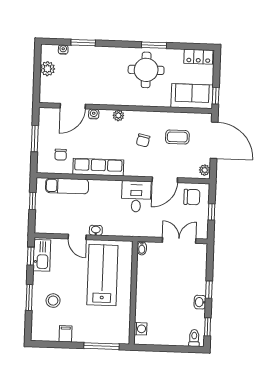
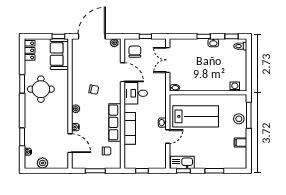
coffee table: (177, 137) -> (90, 64), removed
exam couch: (67, 186) -> (130, 128), moved
lab bench: (102, 275) -> (196, 116), turned 180
stool: (53, 301) -> (239, 119), moved

